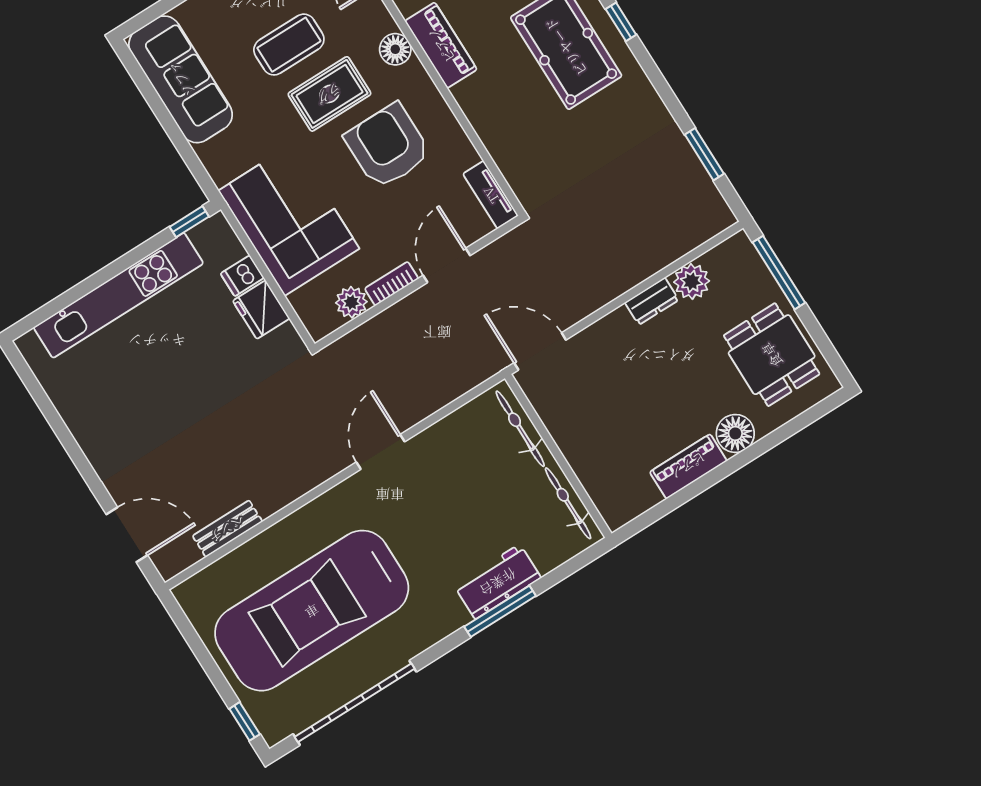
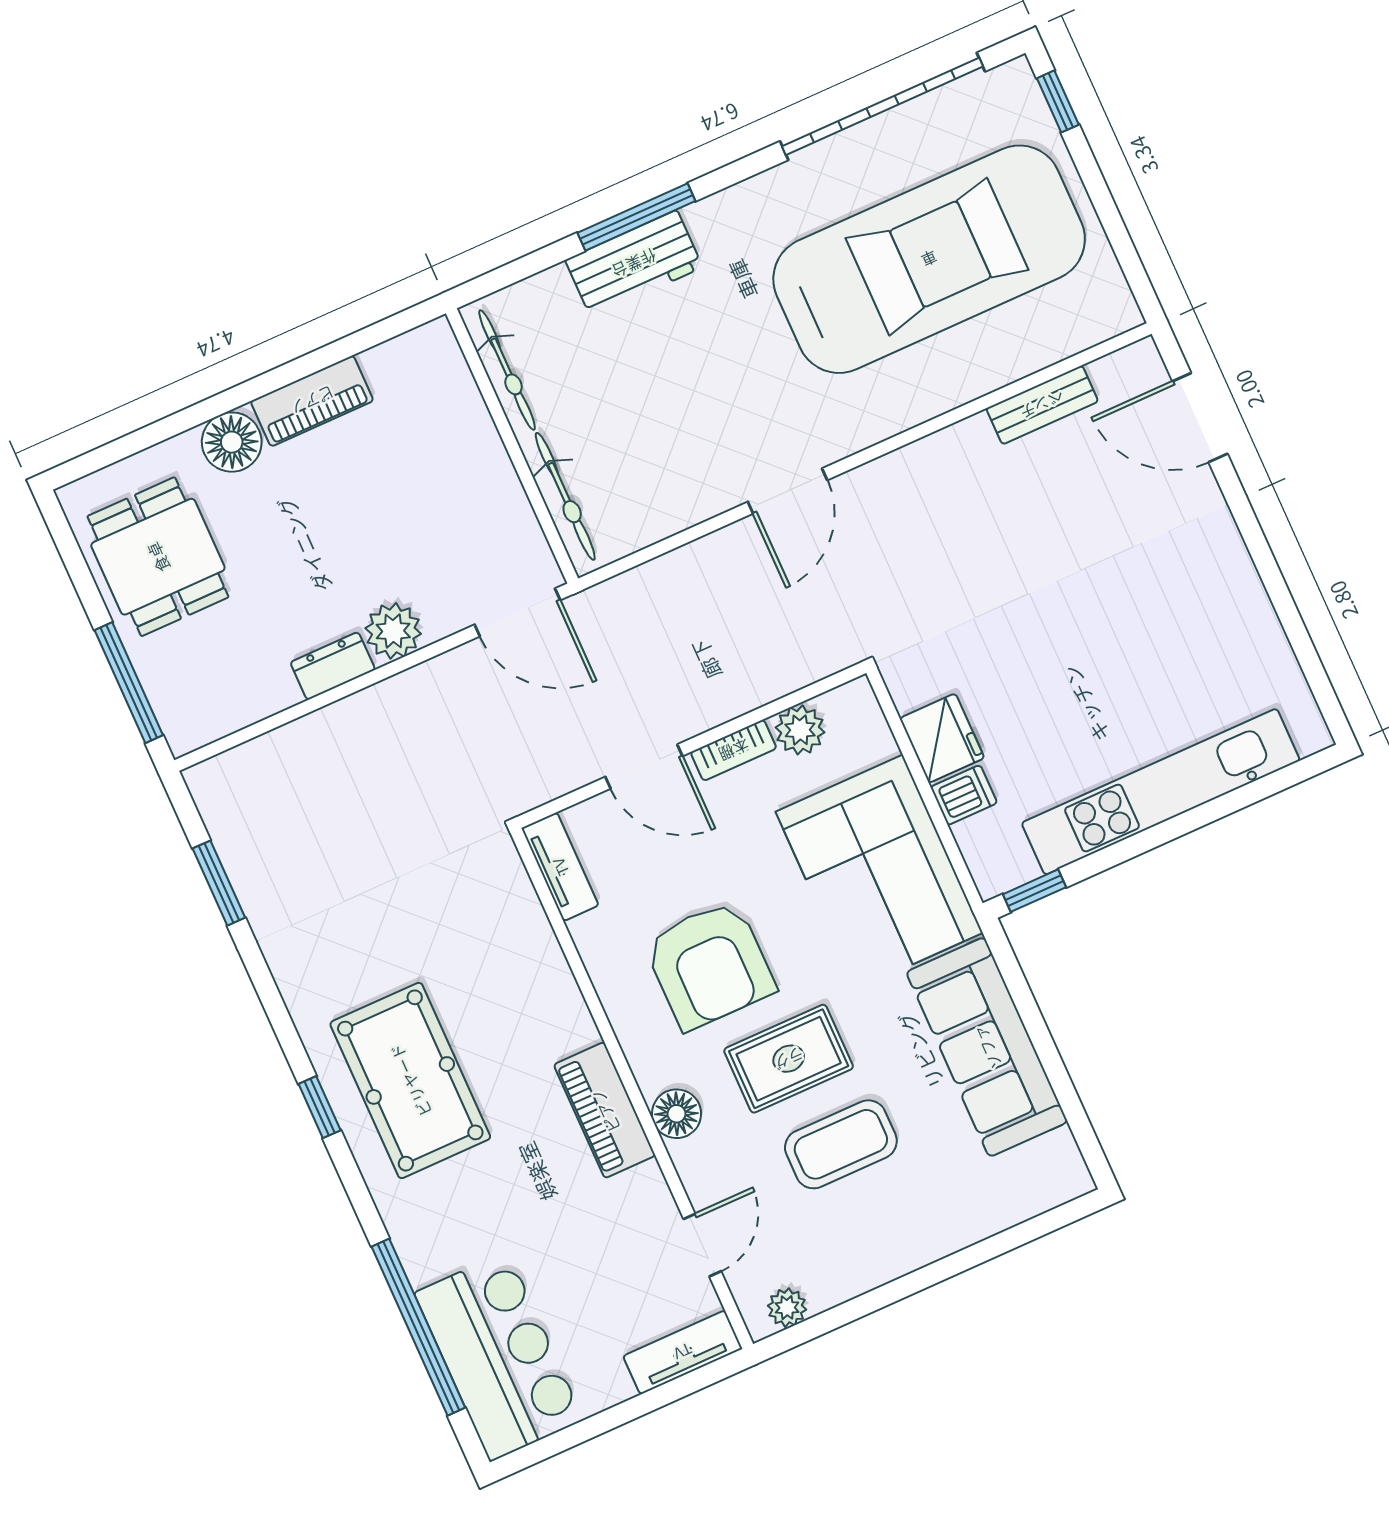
sofa: (181, 79) -> (987, 1047), moved
door: (447, 265) -> (644, 766), hinge flipped
plant: (692, 281) -> (393, 631), moved

